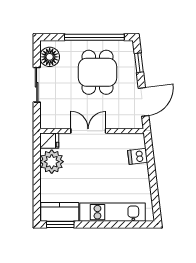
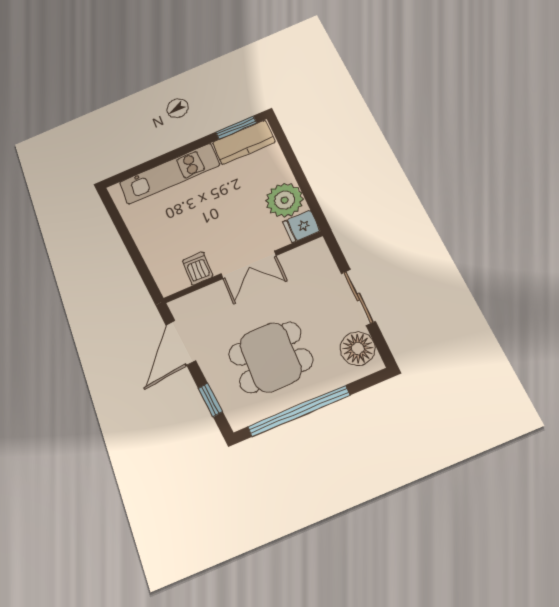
dining table: (97, 72) -> (270, 357), turned 90
dishwasher: (138, 156) -> (198, 268), moved, turned -83

